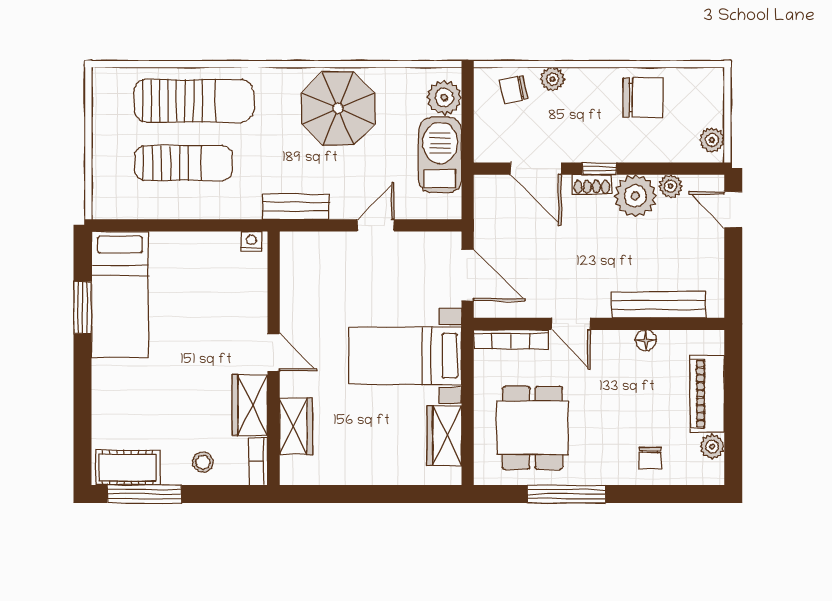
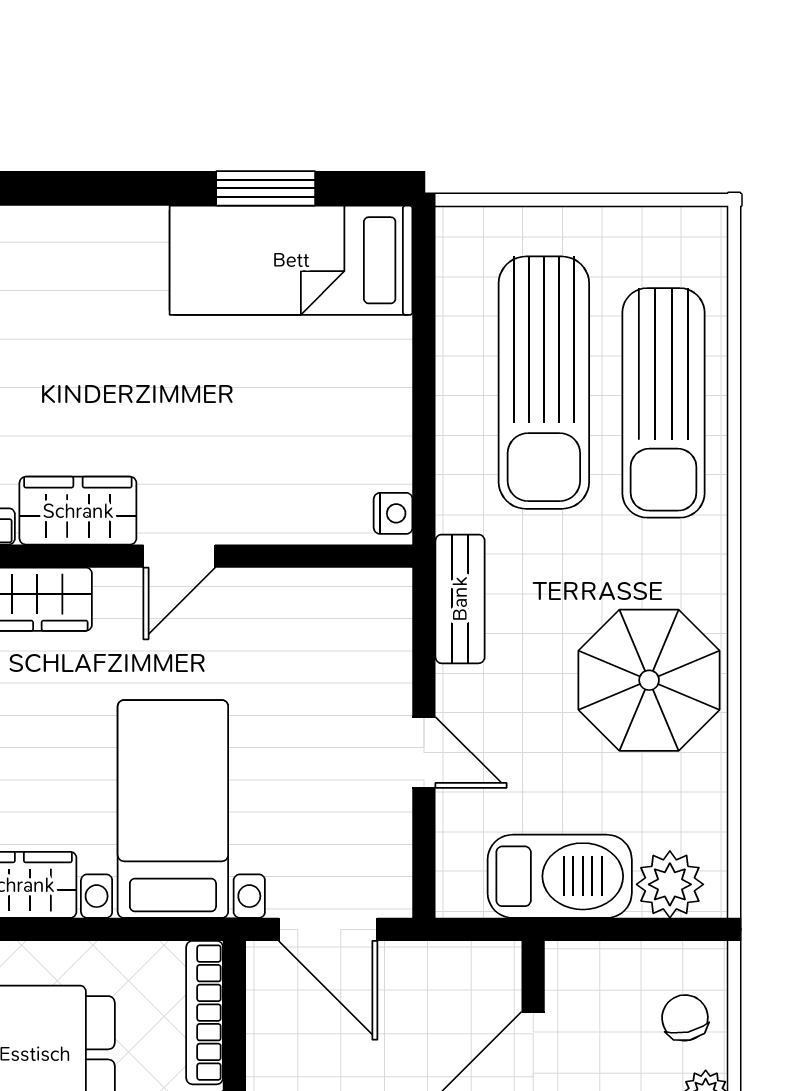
sun lounger: (183, 163) -> (544, 383), width x1.36, depth x1.34
door: (468, 275) -> (328, 929), hinge flipped

